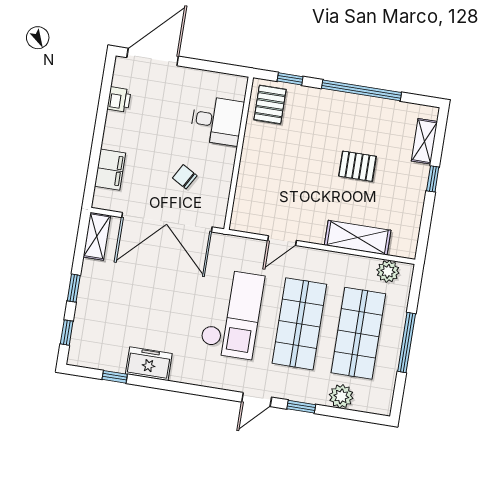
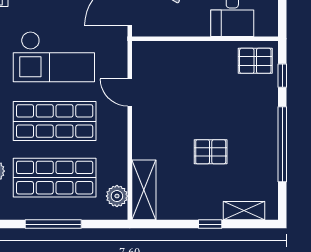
pallet: (357, 166) -> (211, 152), turned 90
shelving: (358, 238) -> (144, 190), moved

